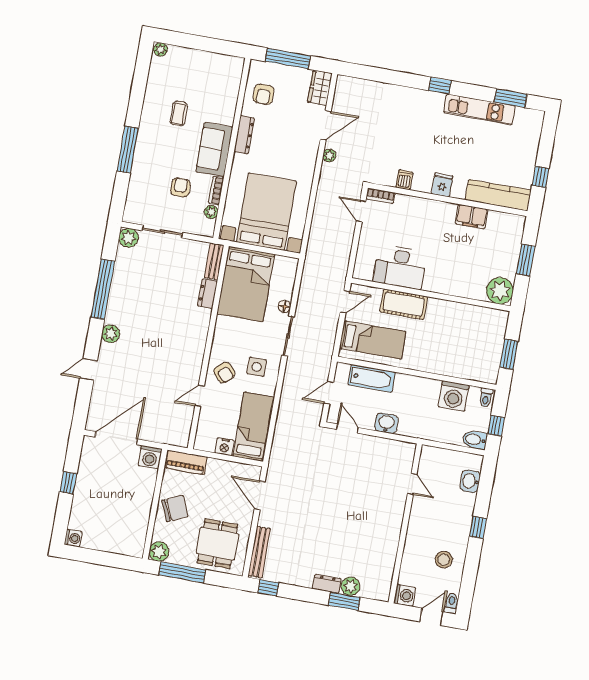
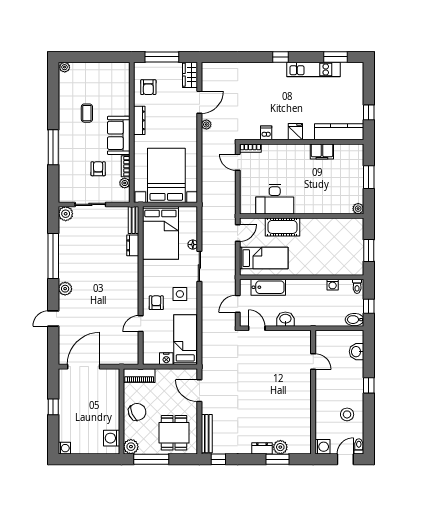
plant: (500, 291) -> (358, 209), width x0.53, depth x0.53
armchair: (224, 373) -> (156, 303), turned -138
washing machine: (454, 396) -> (333, 285), width x0.53, depth x0.53
washing machine: (150, 457) -> (112, 438), moved, turned 90

